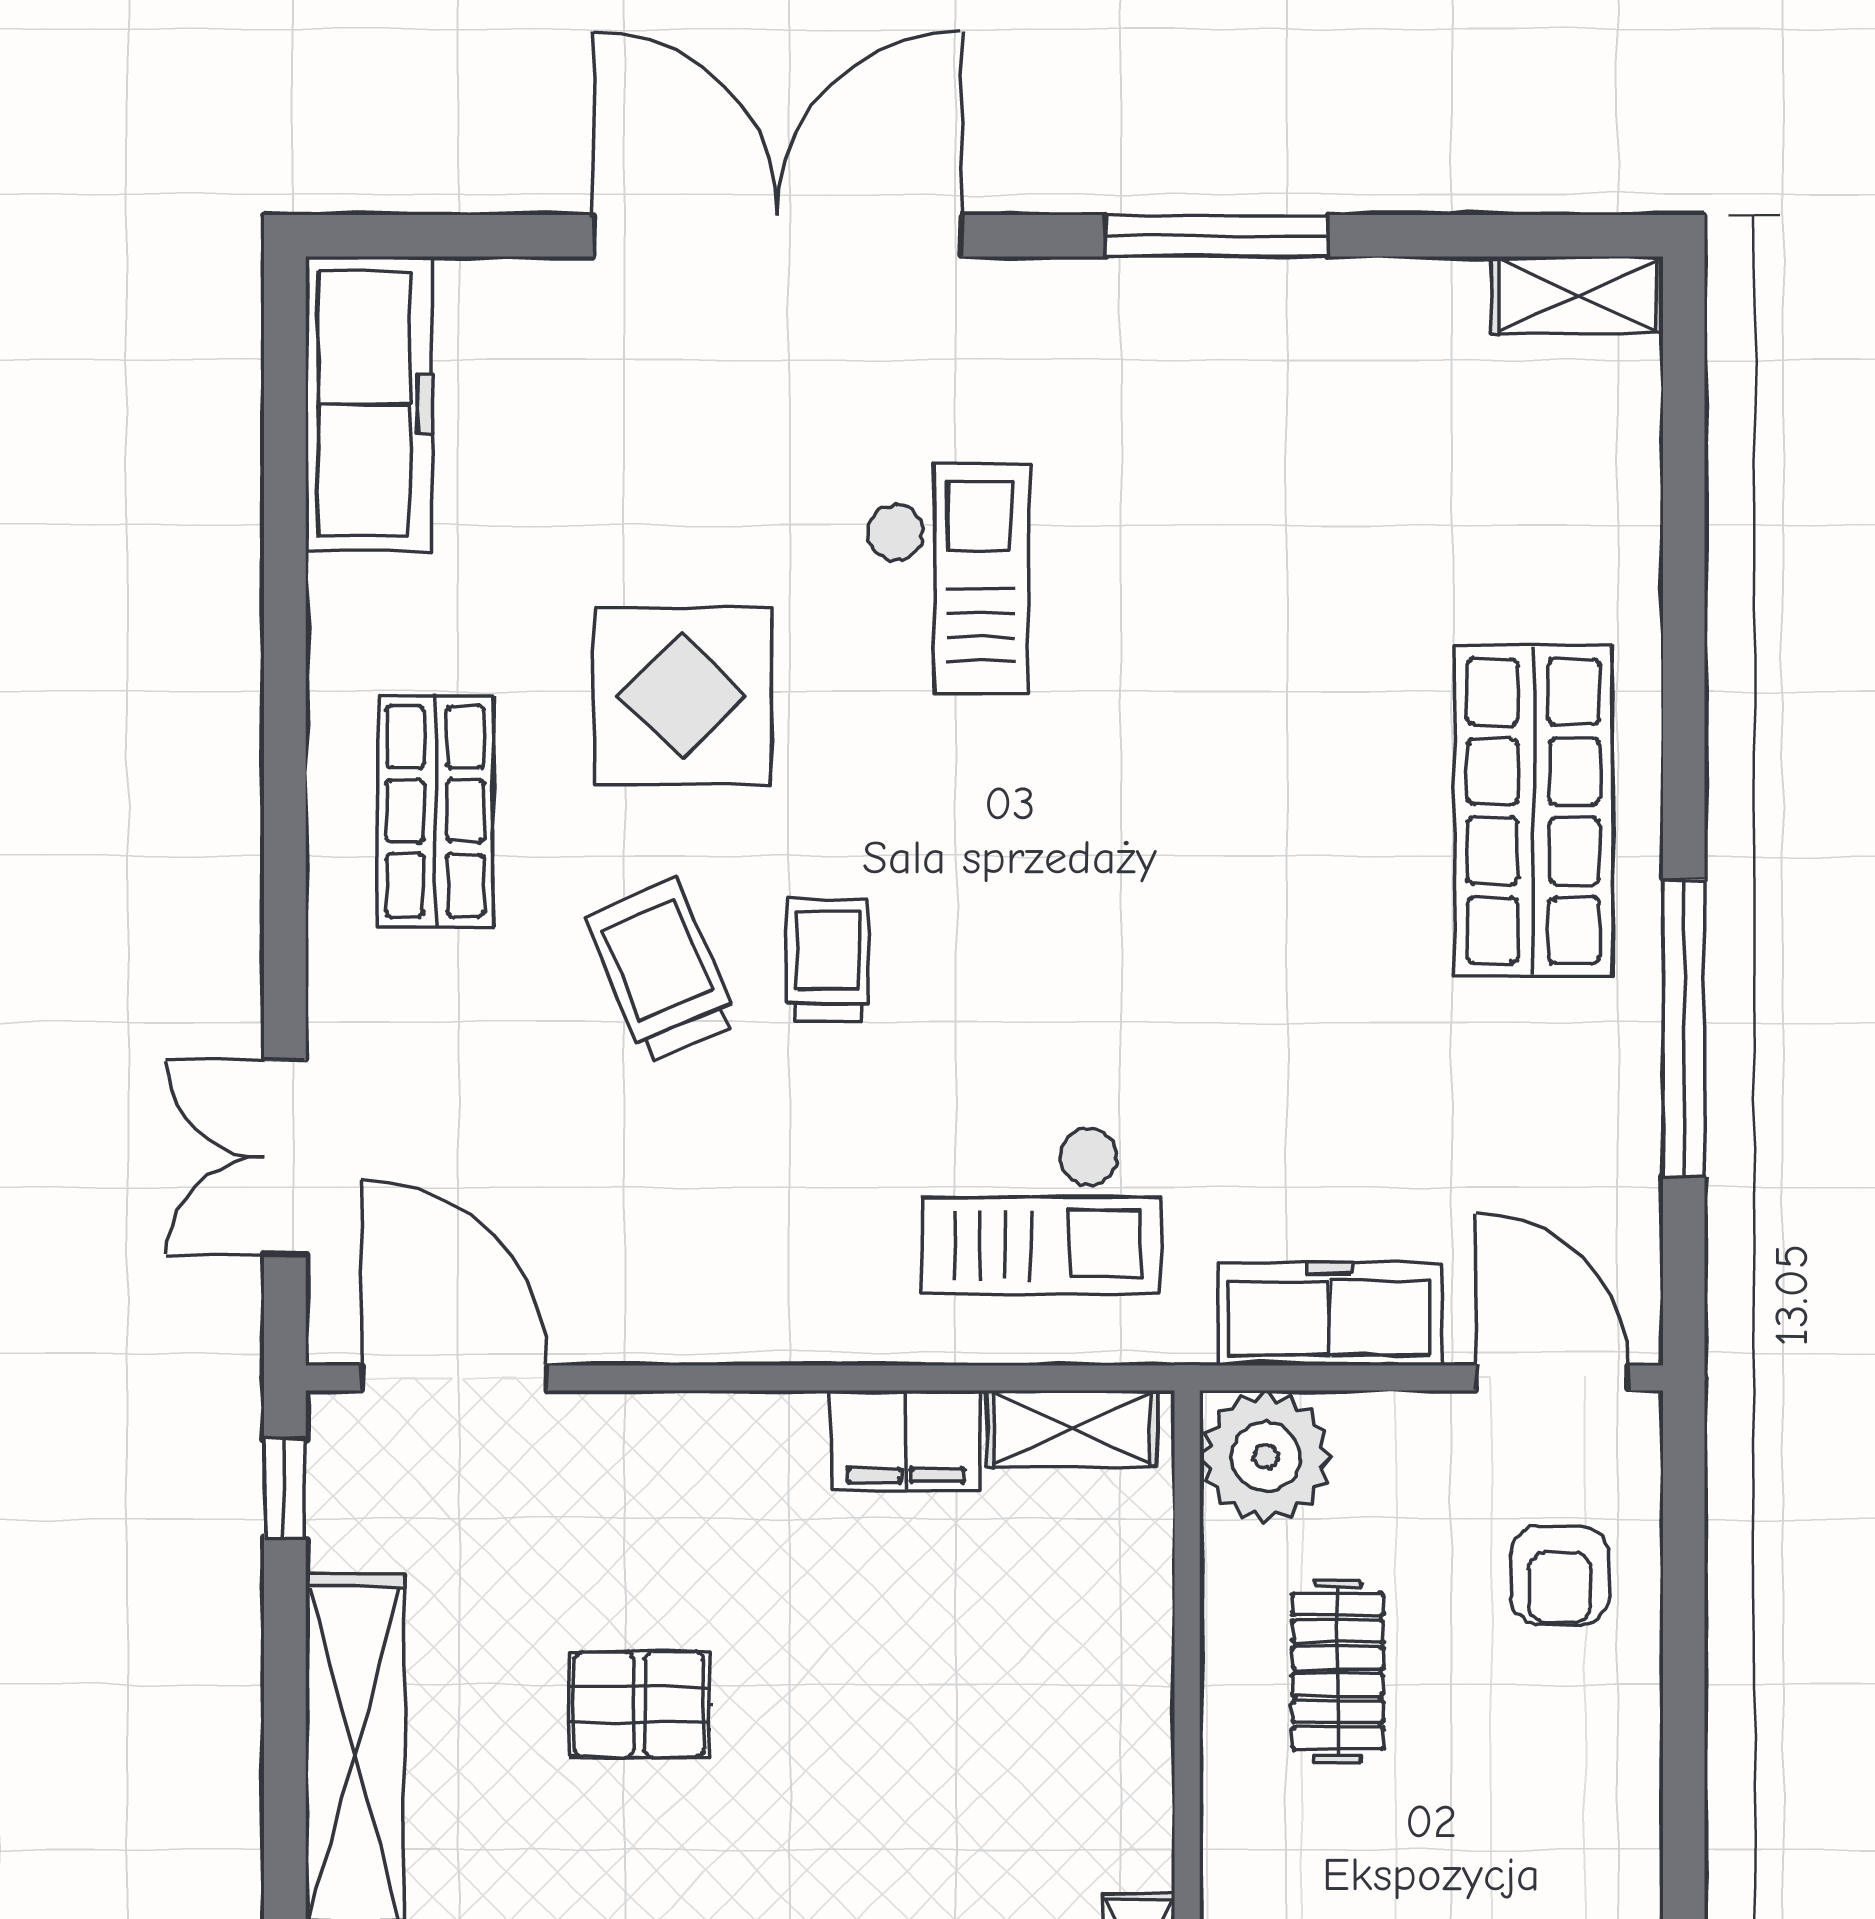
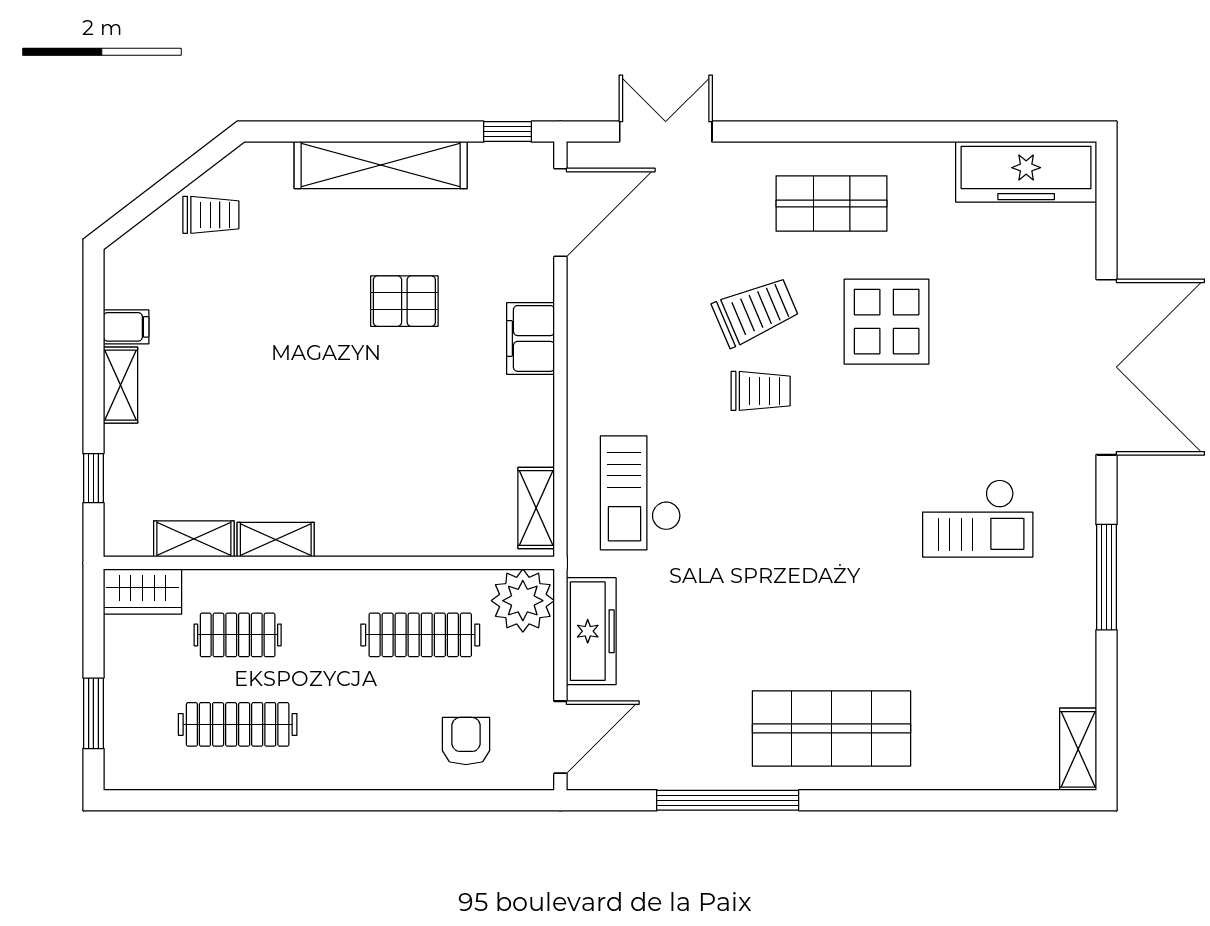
checkout: (947, 579) -> (978, 518), moved
filing cabinet: (906, 1440) -> (531, 338), moved
armchair: (1560, 1576) -> (466, 741), turned 90
clothes rail: (1338, 1671) -> (420, 635), width x1.36
pallet: (639, 1704) -> (404, 301), turned 90

